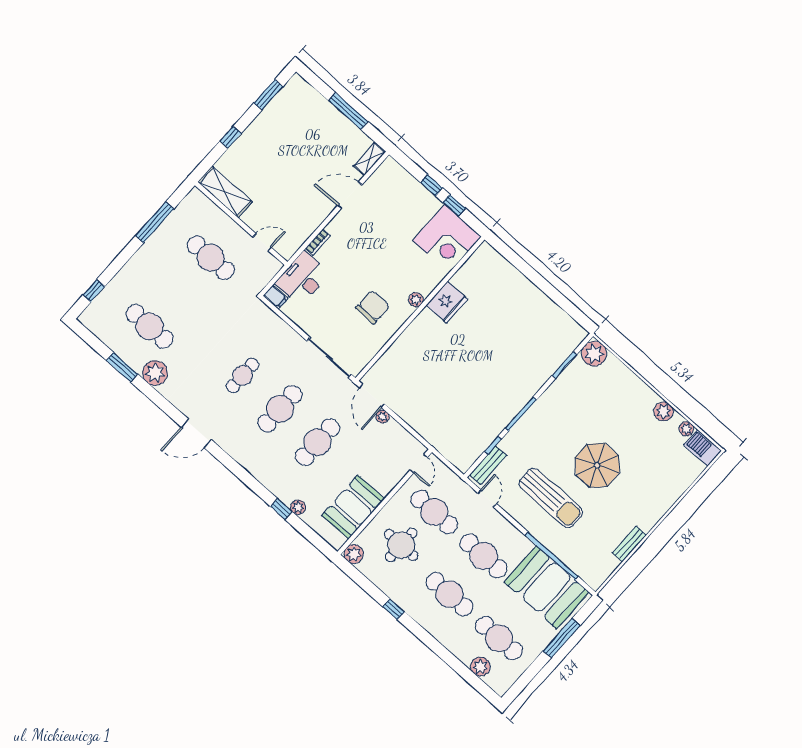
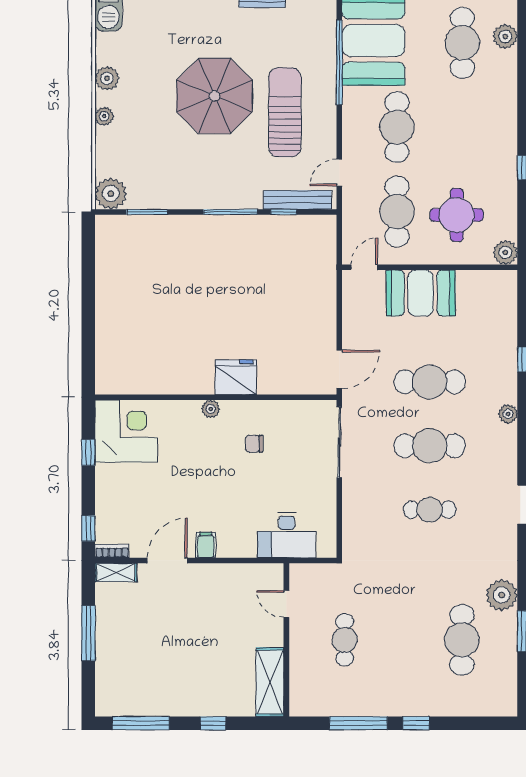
window: (268, 95) -> (141, 723), width x1.44
window: (432, 185) -> (88, 528), moved
door: (350, 195) -> (167, 560), swing flipped
bookcase: (318, 242) -> (112, 551), moved
cafe table: (211, 258) -> (345, 640), width x0.73, depth x0.74
window: (94, 291) -> (416, 723), moved
filing cabinet: (276, 297) -> (206, 545), moved
fridge: (447, 302) -> (236, 377), moved
chair: (373, 307) -> (254, 444), width x0.54, depth x0.54
plant: (383, 417) -> (350, 342), removed
plant: (686, 429) -> (104, 116), moved
bench: (488, 465) -> (298, 200), width x1.36
parasol: (597, 465) -> (214, 96), width x1.36, depth x1.36
plant: (298, 507) -> (508, 414), moved
booth: (353, 507) -> (421, 293), moved
cafe table: (450, 594) -> (462, 127), removed

